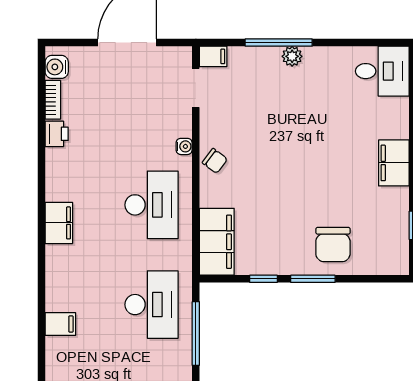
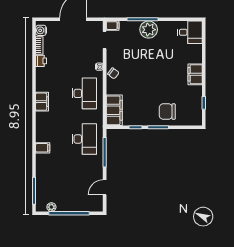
plant: (292, 56) -> (149, 30), width x1.87, depth x1.87
chair: (333, 245) -> (167, 112), turned 90

